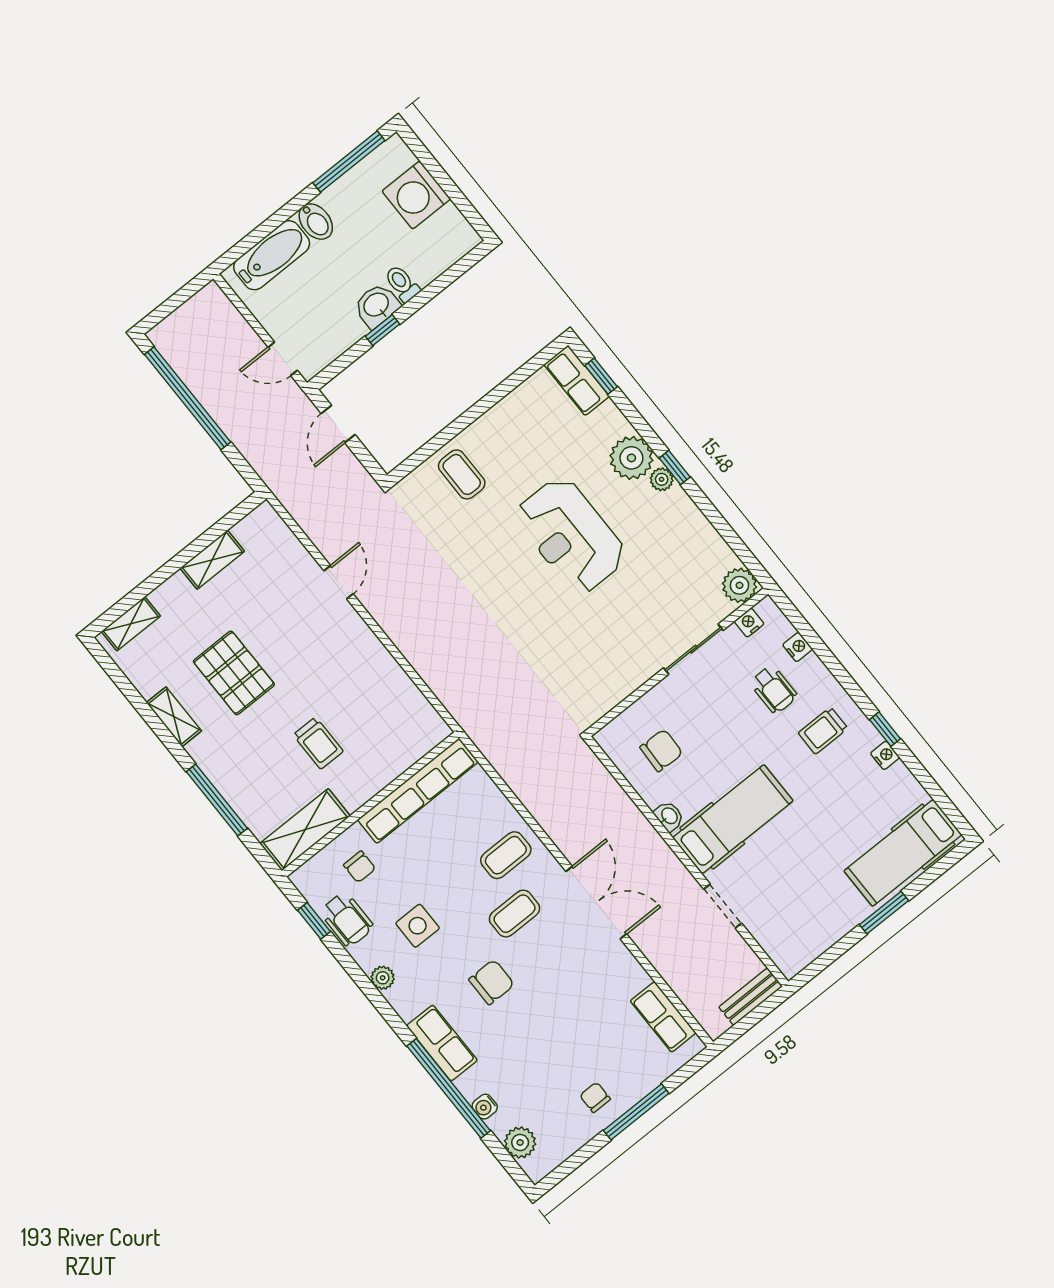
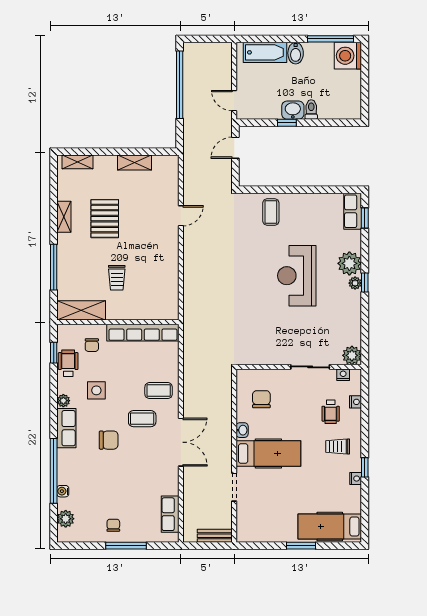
washing machine: (416, 195) -> (348, 56), moved
chair: (661, 750) -> (261, 399), turned -92
wheelchair: (347, 919) -> (68, 363), turned 180
row of seats: (442, 1043) -> (66, 428), moved

